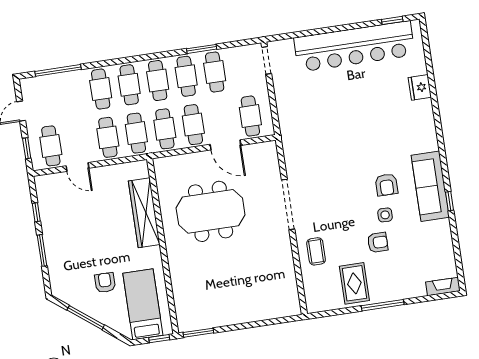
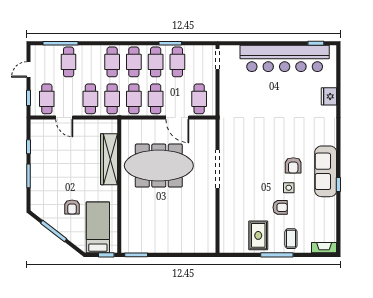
cafe table: (101, 89) -> (69, 62), moved
meeting table: (211, 211) -> (159, 166), width x1.36
coffee table: (316, 251) -> (291, 239), moved
armchair: (105, 283) -> (72, 207), turned 180

